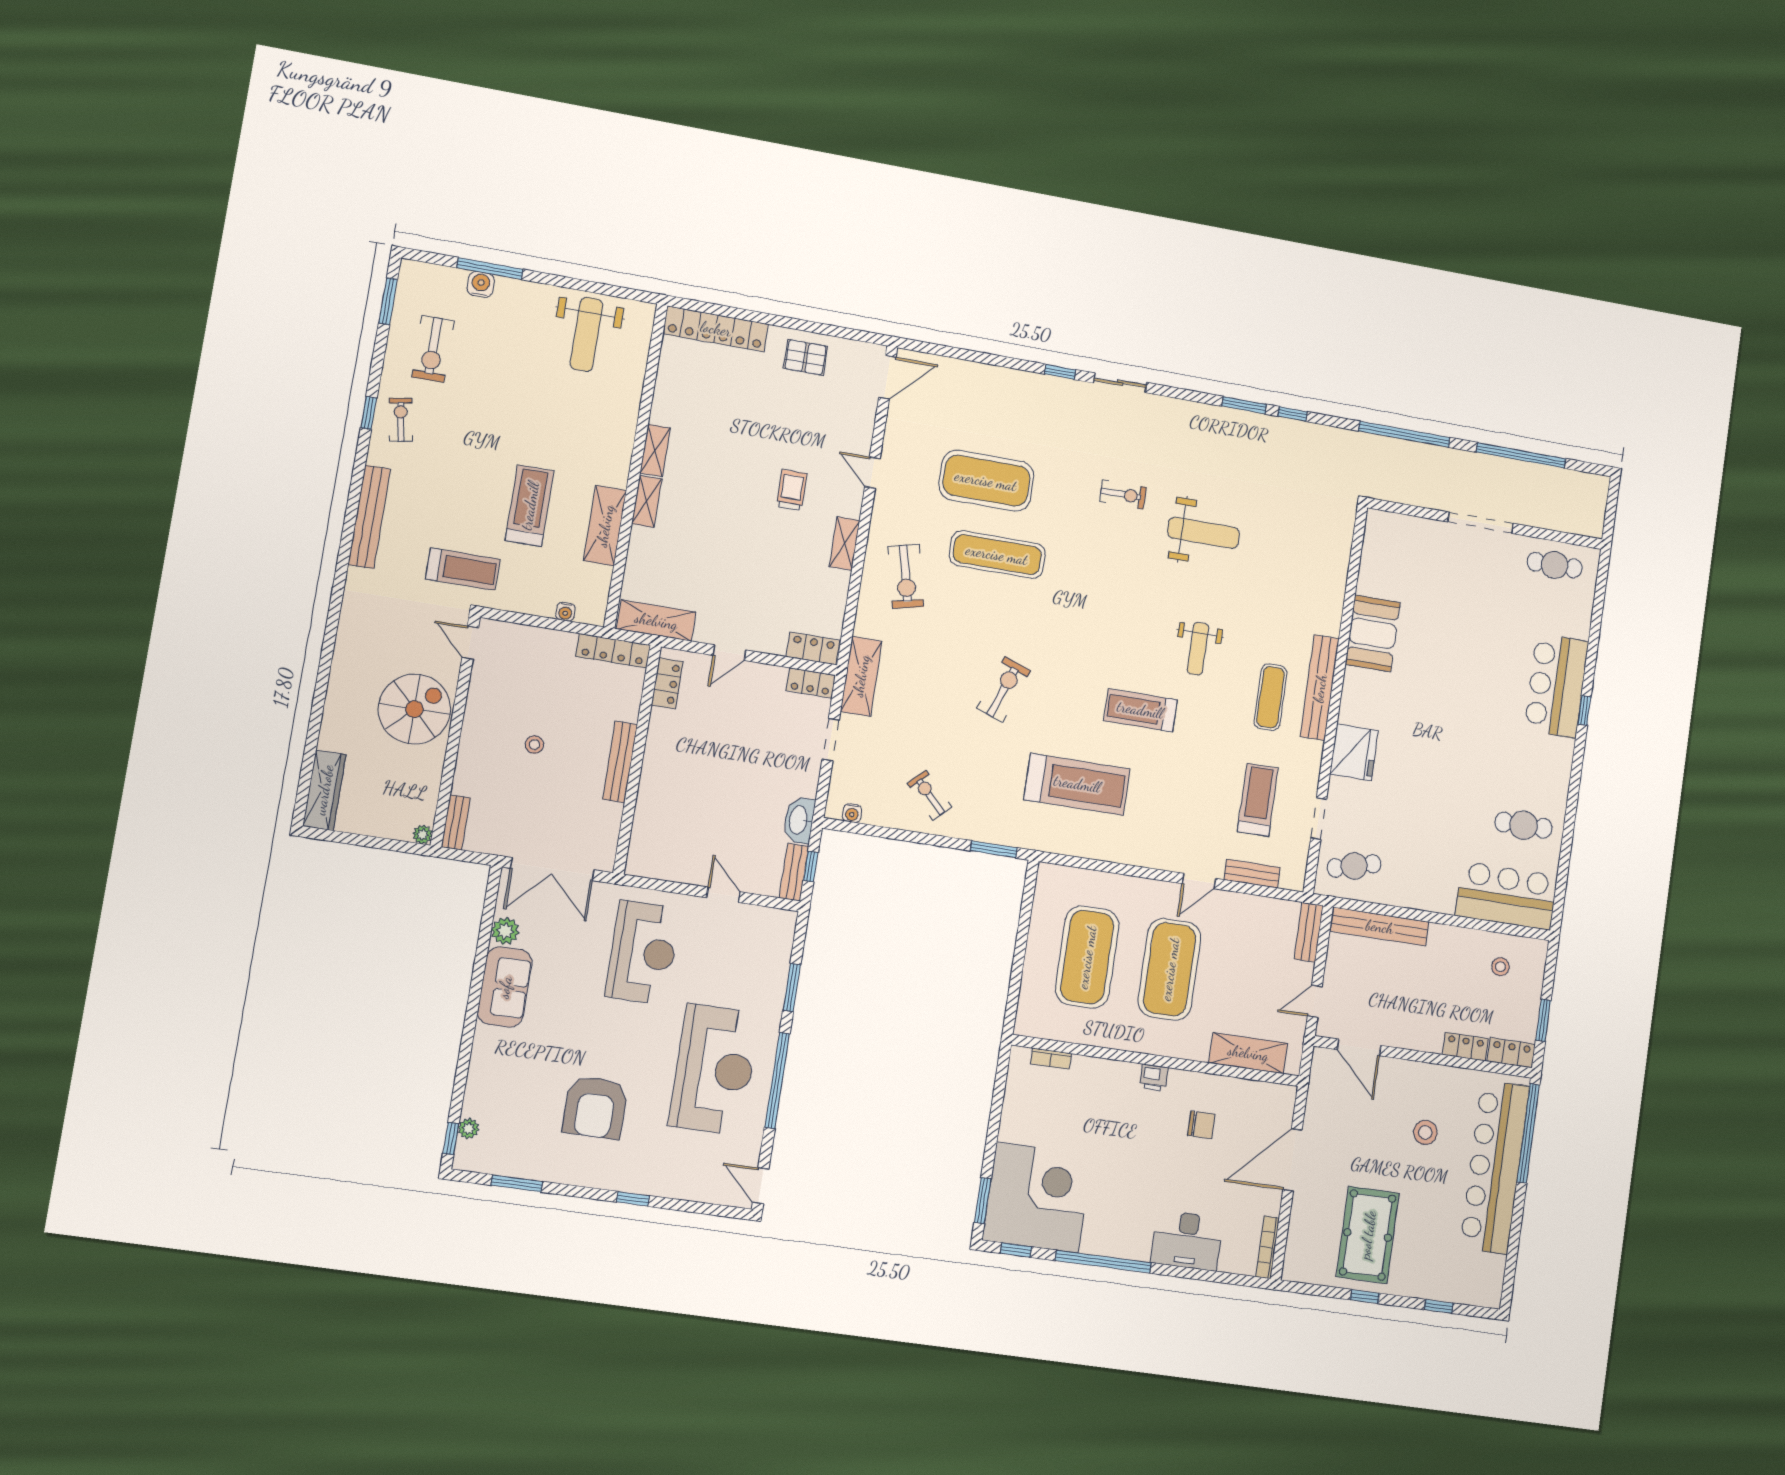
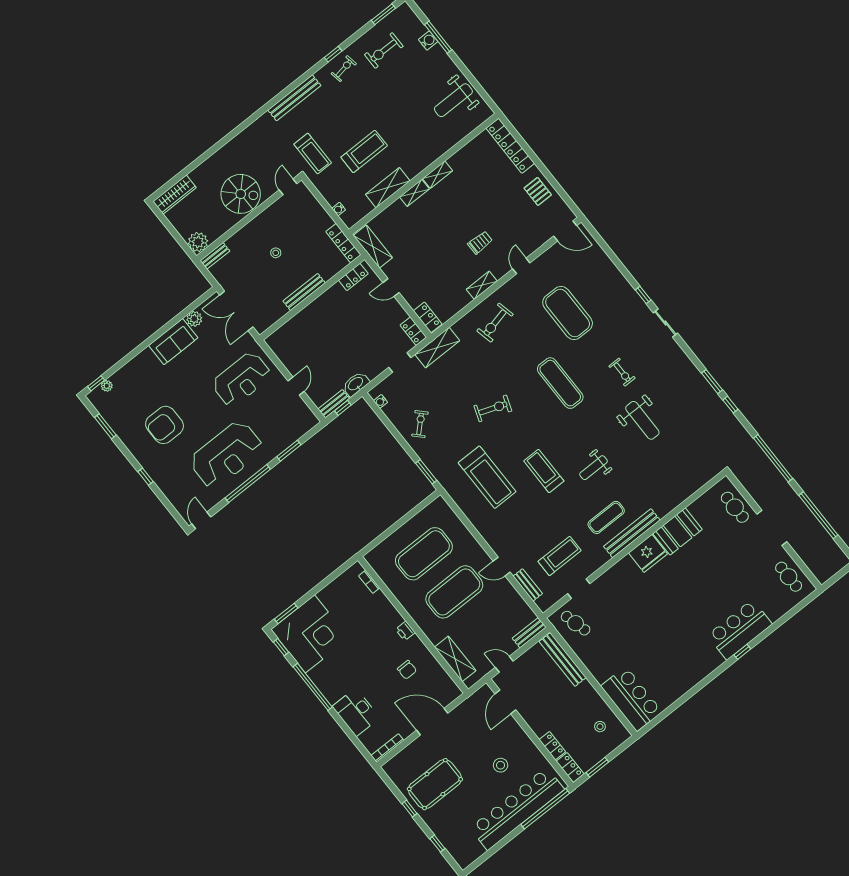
exercise mat: (997, 555) -> (560, 383), moved
fridge: (1354, 752) -> (648, 553), moved
cafe table: (1524, 825) -> (735, 507), moved
plant: (423, 835) -> (198, 242), width x1.87, depth x1.87

